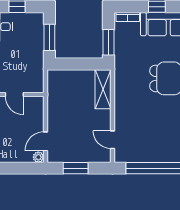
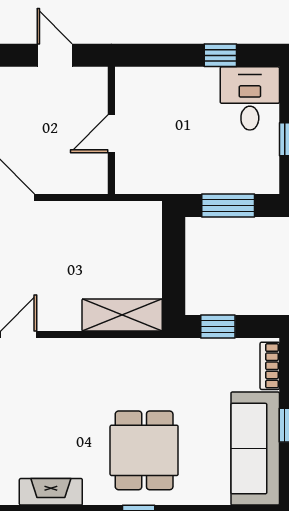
window: (109, 42) -> (218, 326), width x0.67

